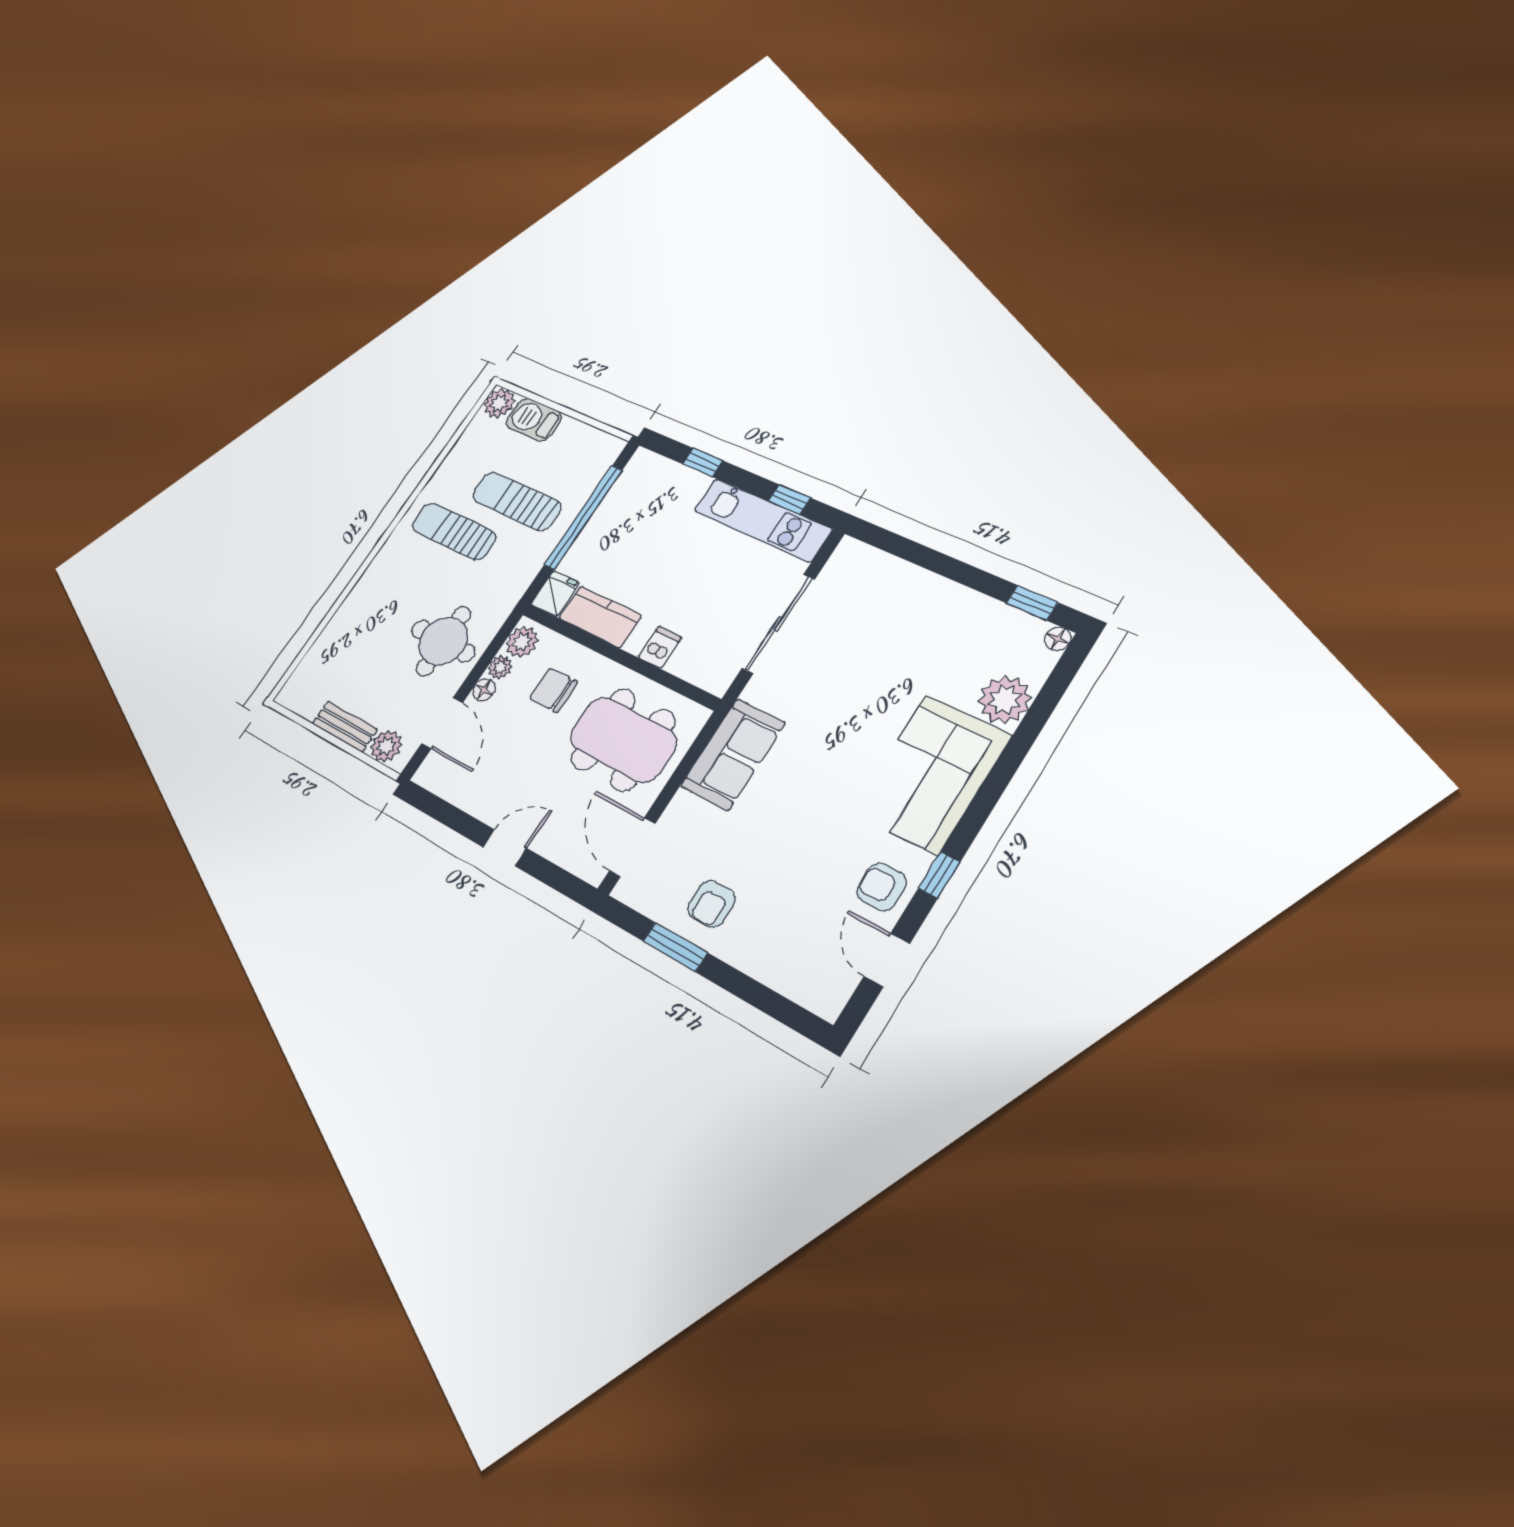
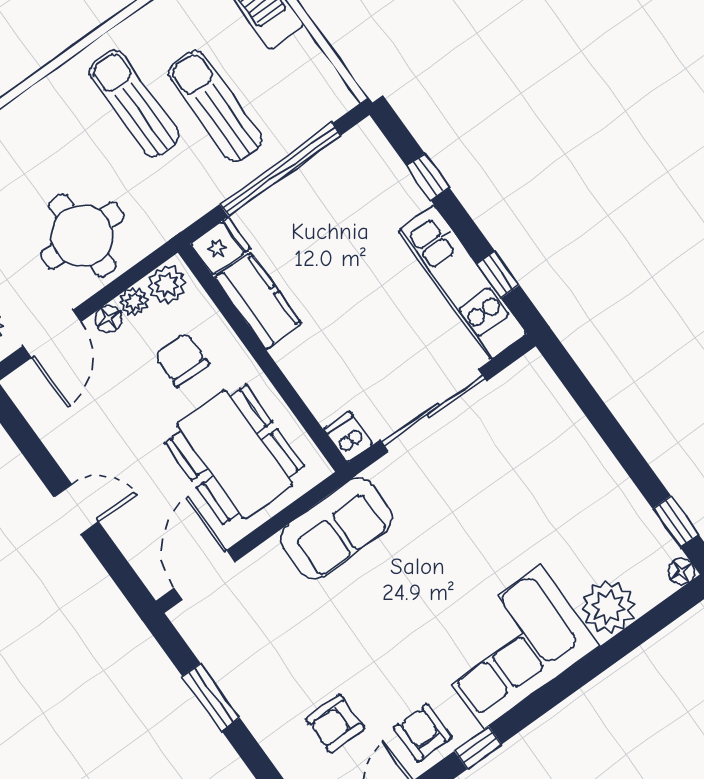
dishwasher: (660, 647) -> (348, 437), moved, turned -90
armchair: (711, 904) -> (335, 724), moved

